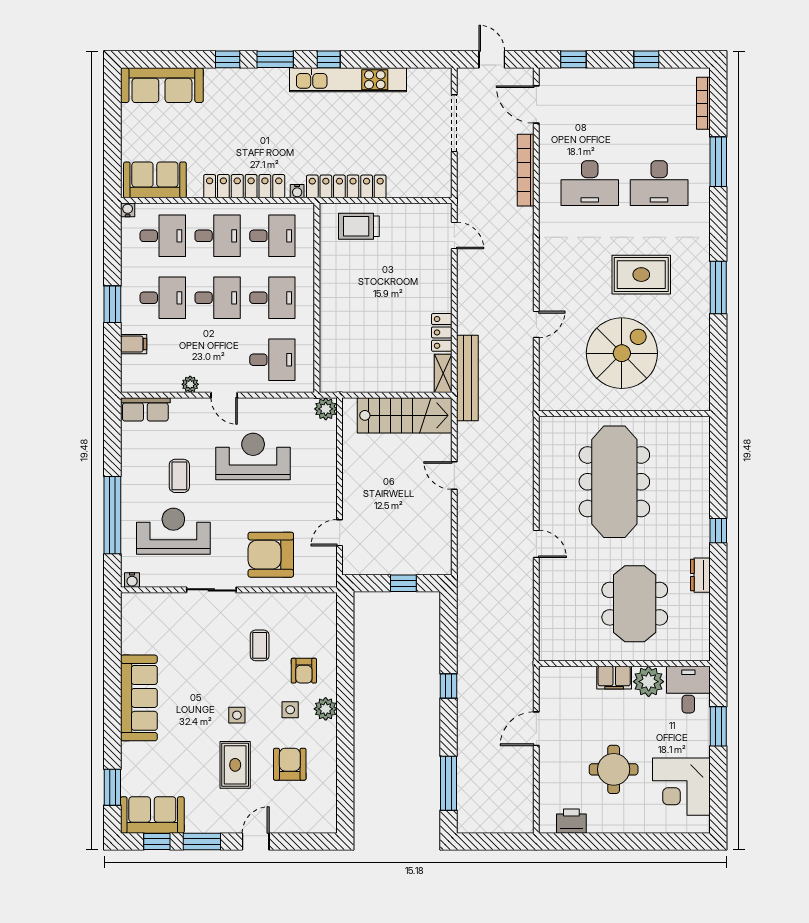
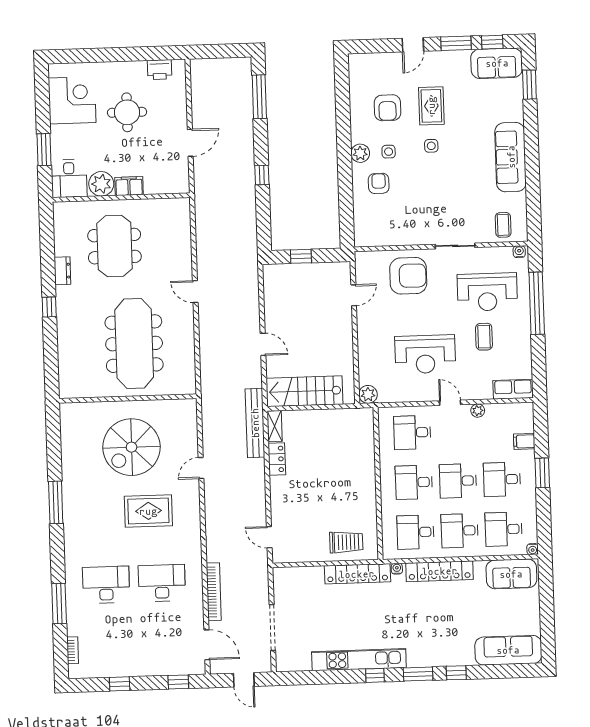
bookcase: (703, 103) -> (73, 650), width x0.64
rug: (641, 275) -> (148, 511), moved
coffee table: (260, 645) -> (503, 225), moved

